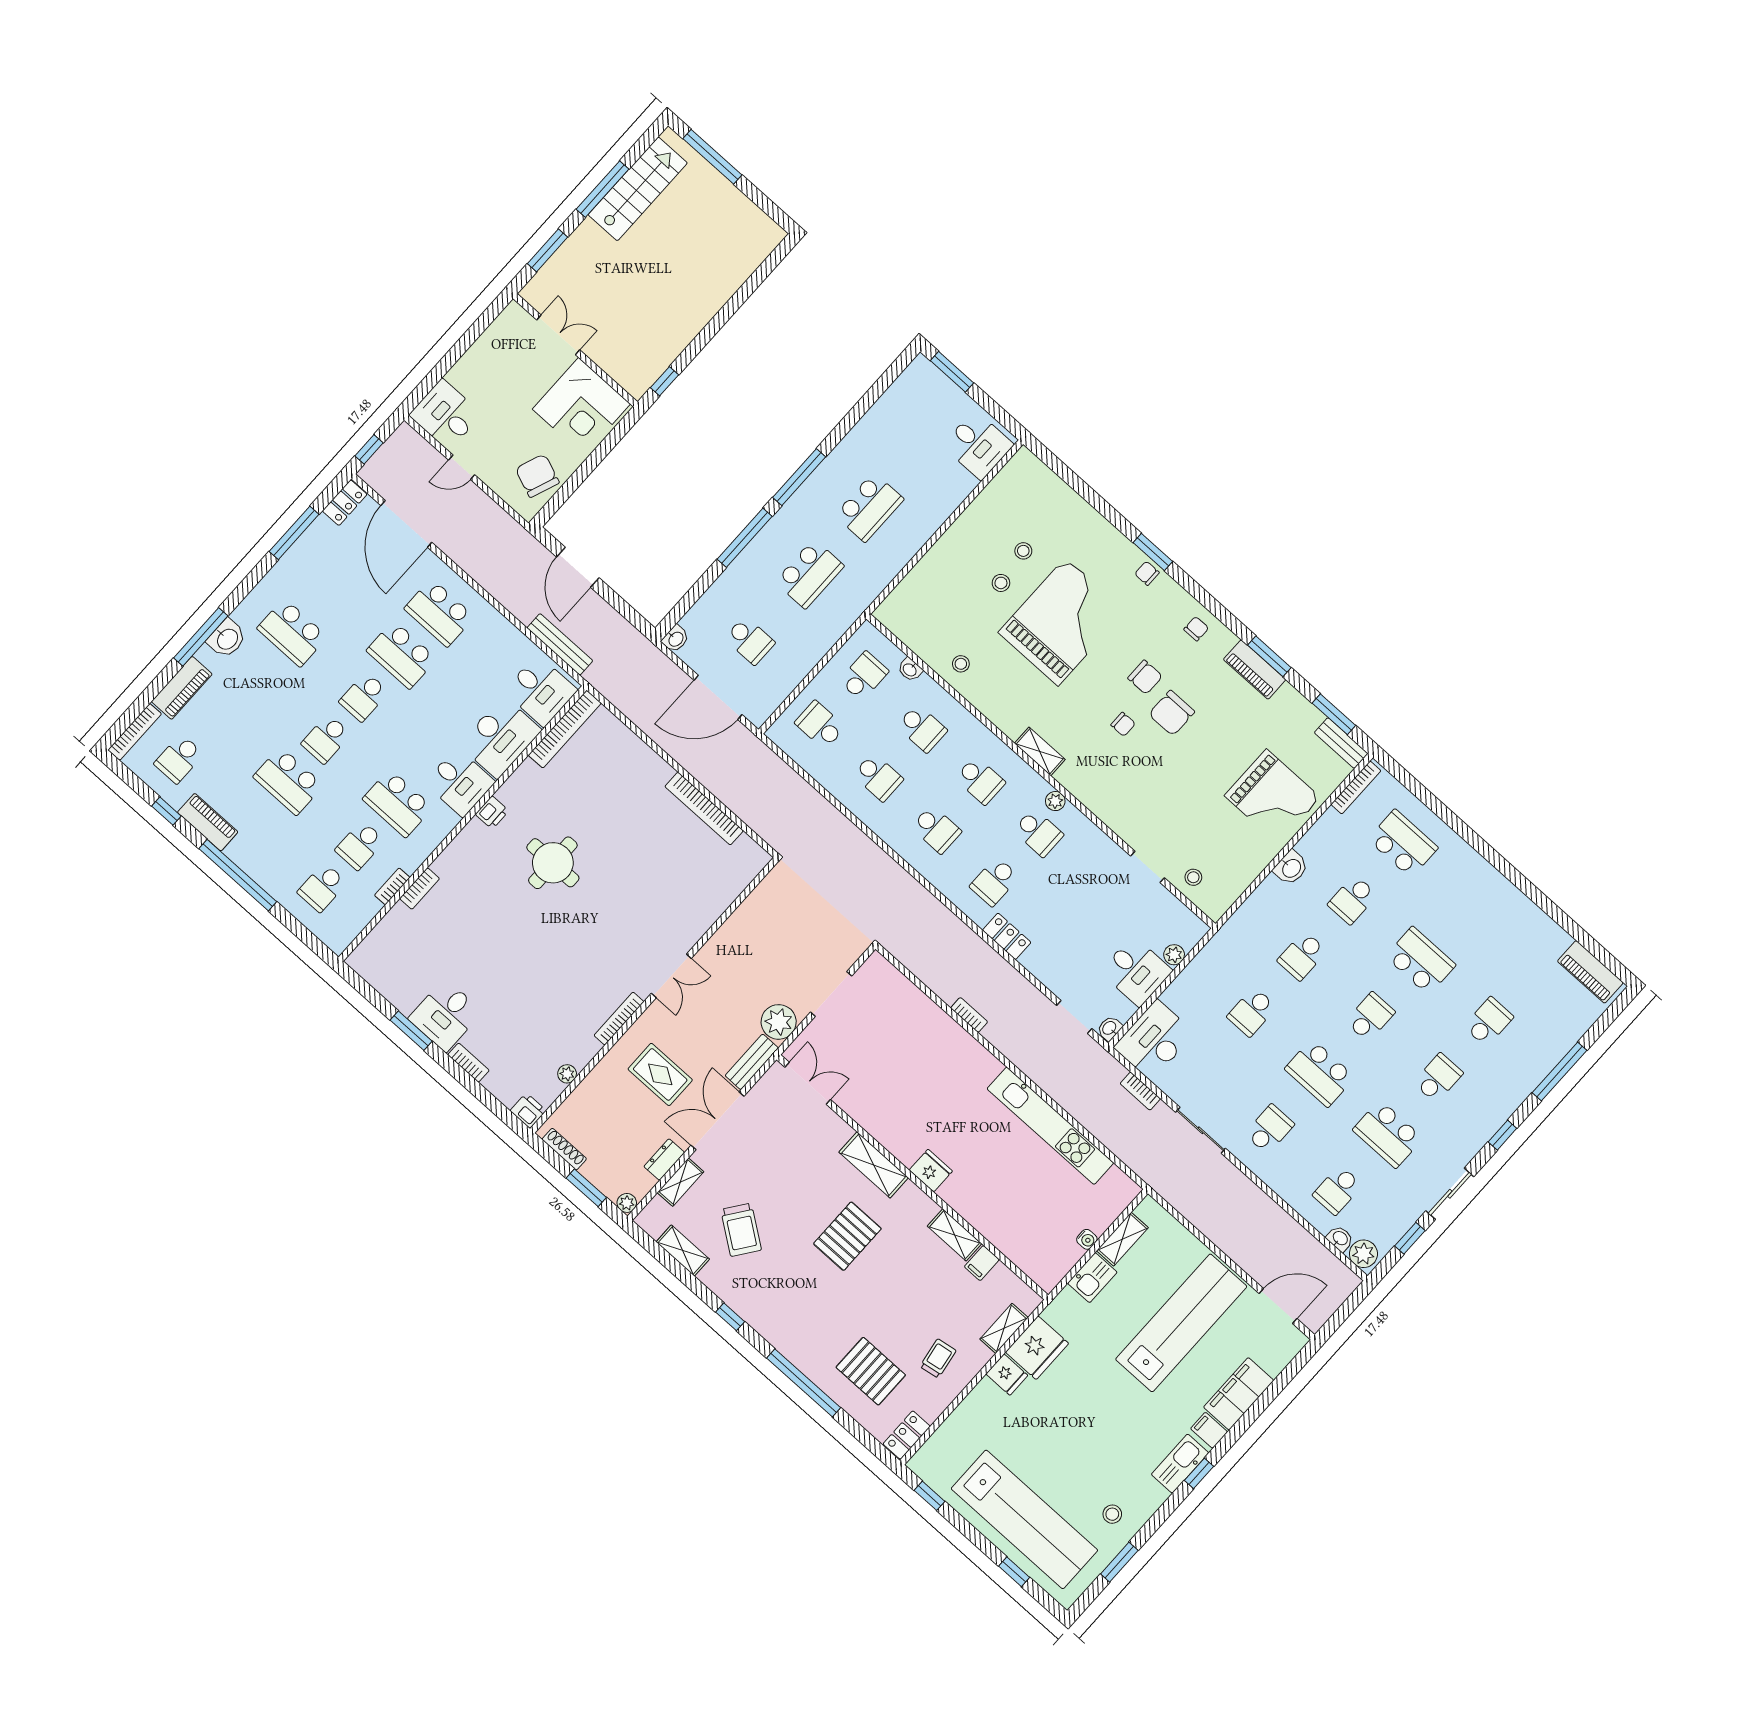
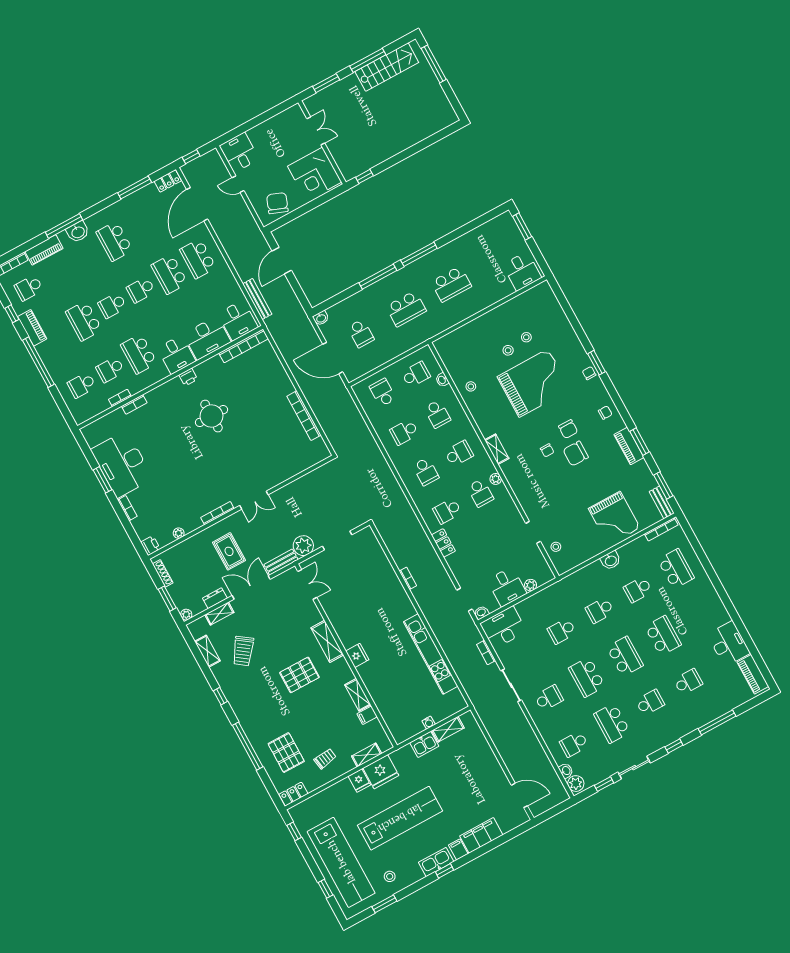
school desk: (878, 777) -> (404, 432), turned 90
school desk: (980, 780) -> (459, 453), turned -90
desk: (1533, 936) -> (729, 644), added
desk: (445, 1015) -> (122, 464), width x1.87, depth x1.30
school desk: (1370, 1017) -> (625, 656), width x1.85
lab bench: (1181, 1323) -> (400, 818), moved

